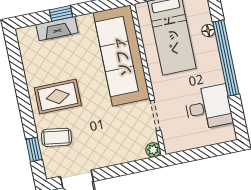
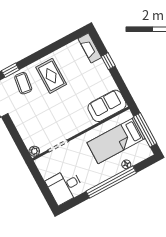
fireplace: (57, 29) -> (90, 48), moved
sofa: (122, 56) -> (107, 106), width x0.54, depth x0.79
desk: (208, 107) -> (65, 186), moved, turned 90

